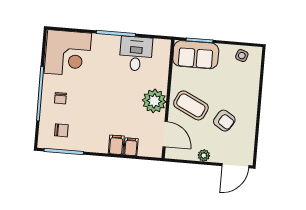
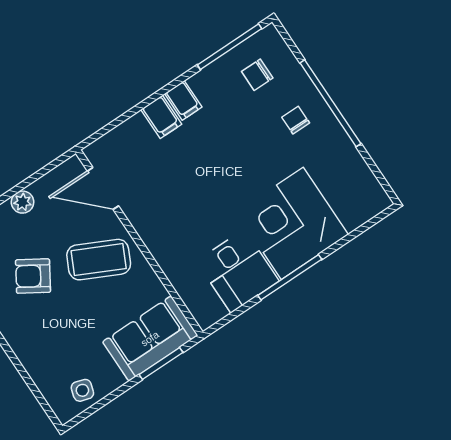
corner desk: (68, 53) -> (292, 223), moved
plant: (154, 101) -> (157, 224), removed
filing cabinet: (131, 147) -> (183, 100), moved

